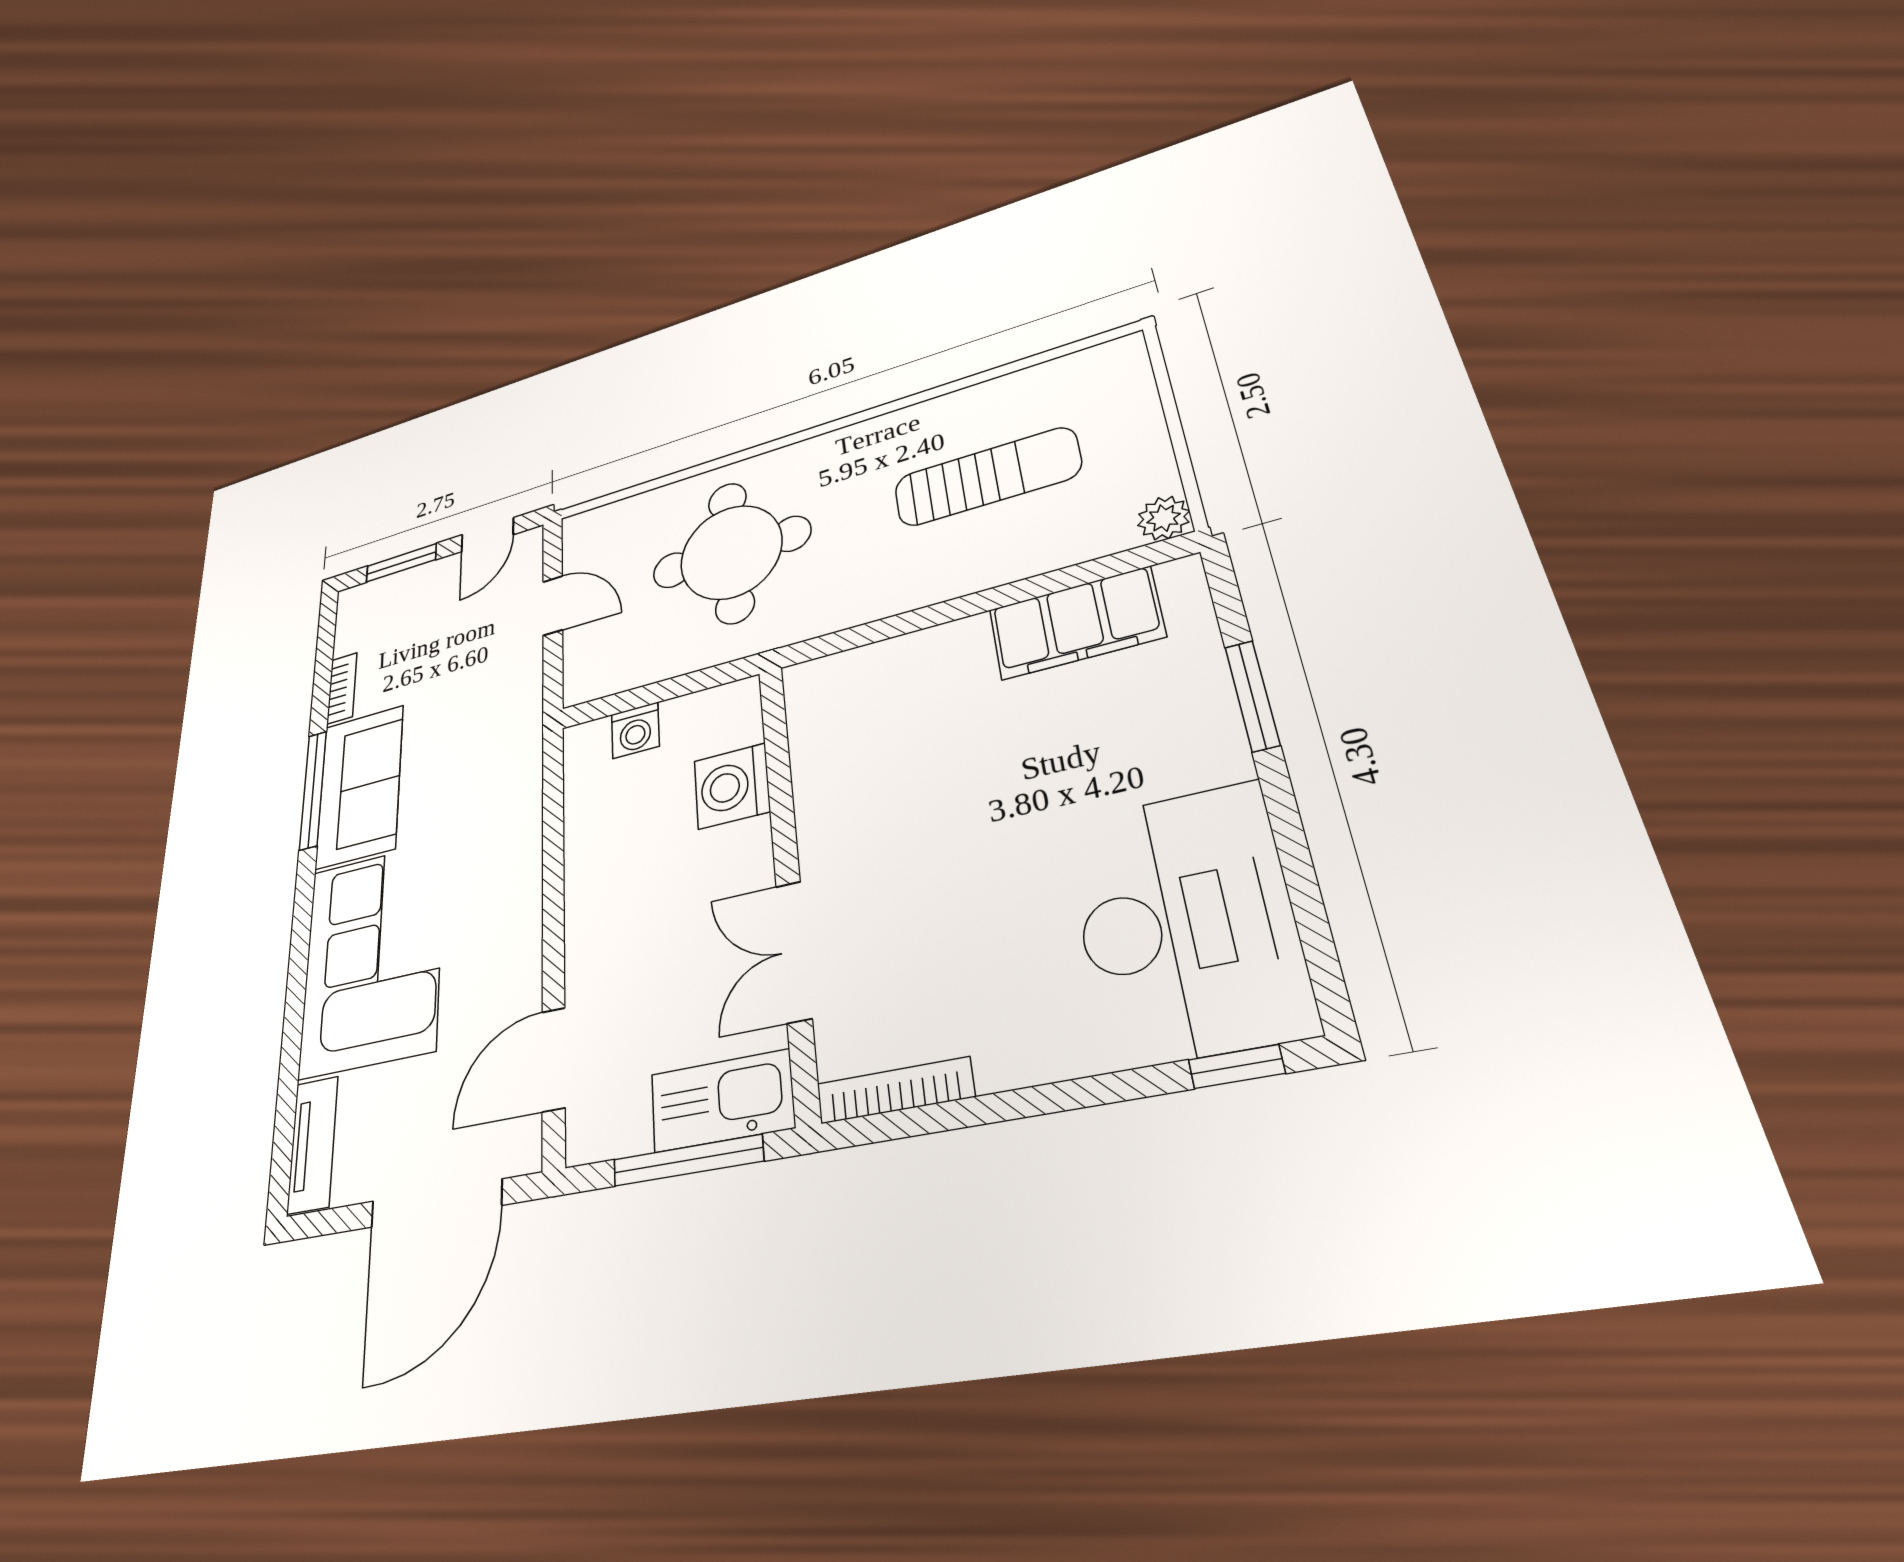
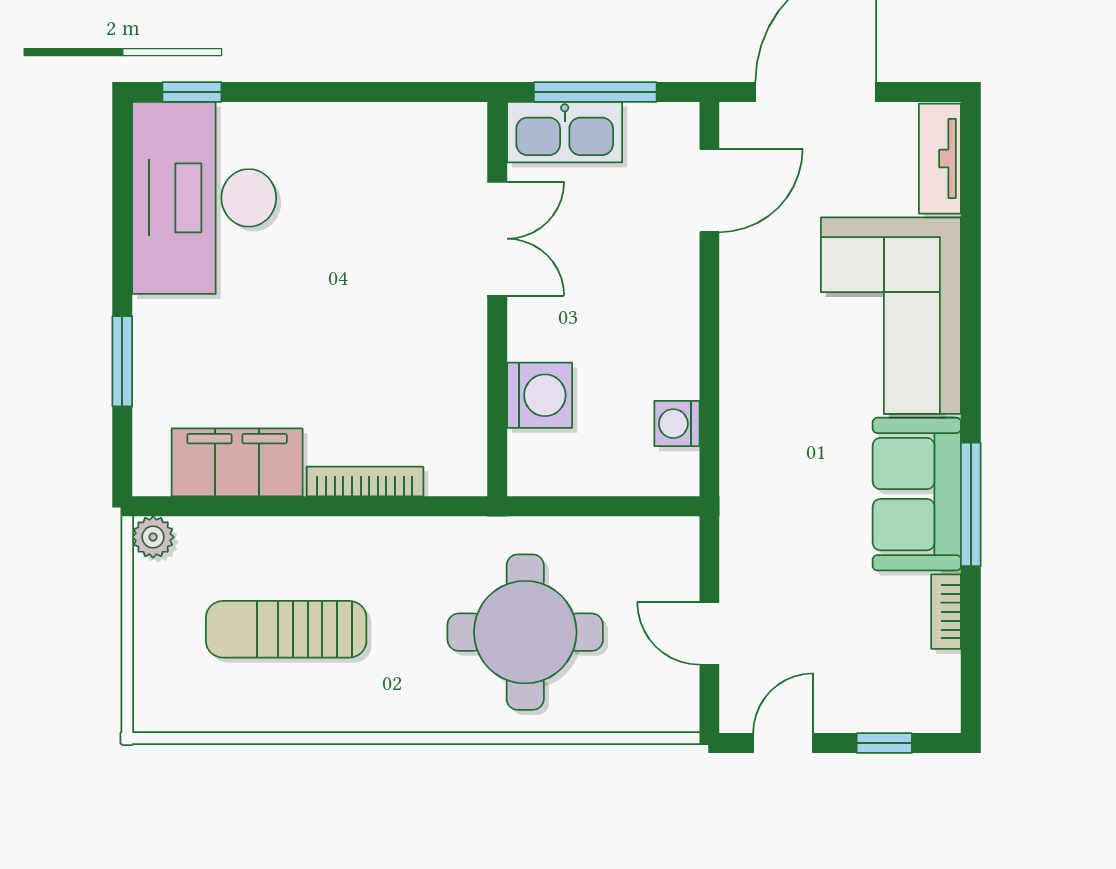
window: (401, 563) -> (884, 743), width x0.67
washing machine: (635, 730) -> (677, 424), moved, turned -90
bookcase: (895, 1090) -> (365, 481), moved, turned 180

